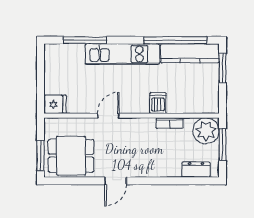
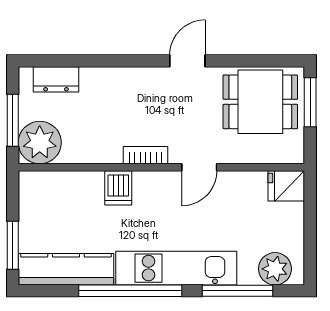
window: (175, 40) -> (130, 291), moved
plant: (62, 54) -> (275, 269), added
bookcase: (170, 123) -> (145, 155), moved

